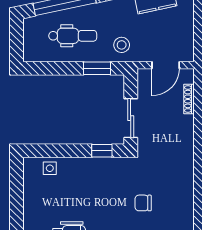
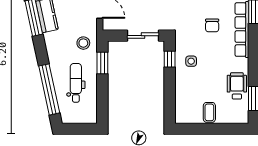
side table: (50, 168) -> (191, 61), moved
coffee table: (36, 200) -> (209, 112), added

